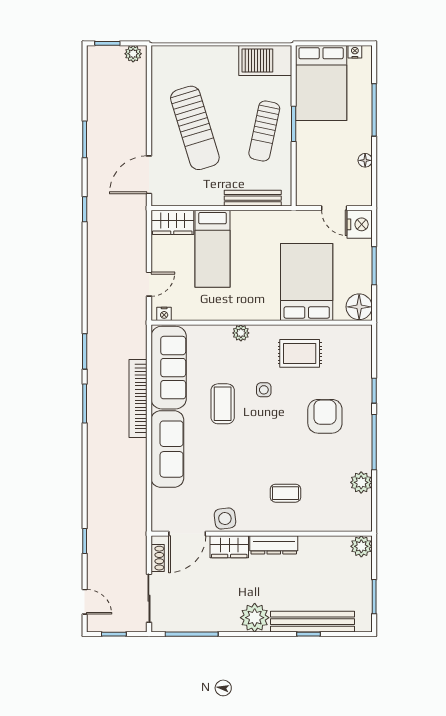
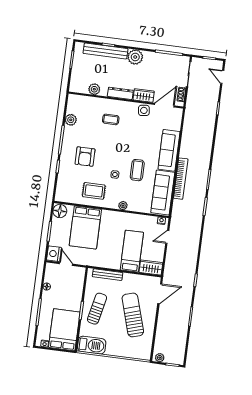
plant: (361, 546) -> (94, 89), moved

